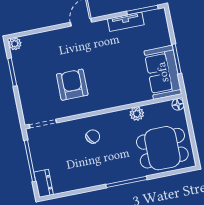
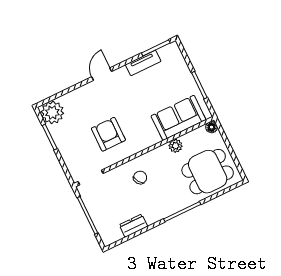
plant: (15, 44) -> (52, 112), width x1.88, depth x1.88
sofa: (163, 72) -> (178, 118), moved, turned 90
dresser: (44, 183) -> (133, 226), moved, turned -90

